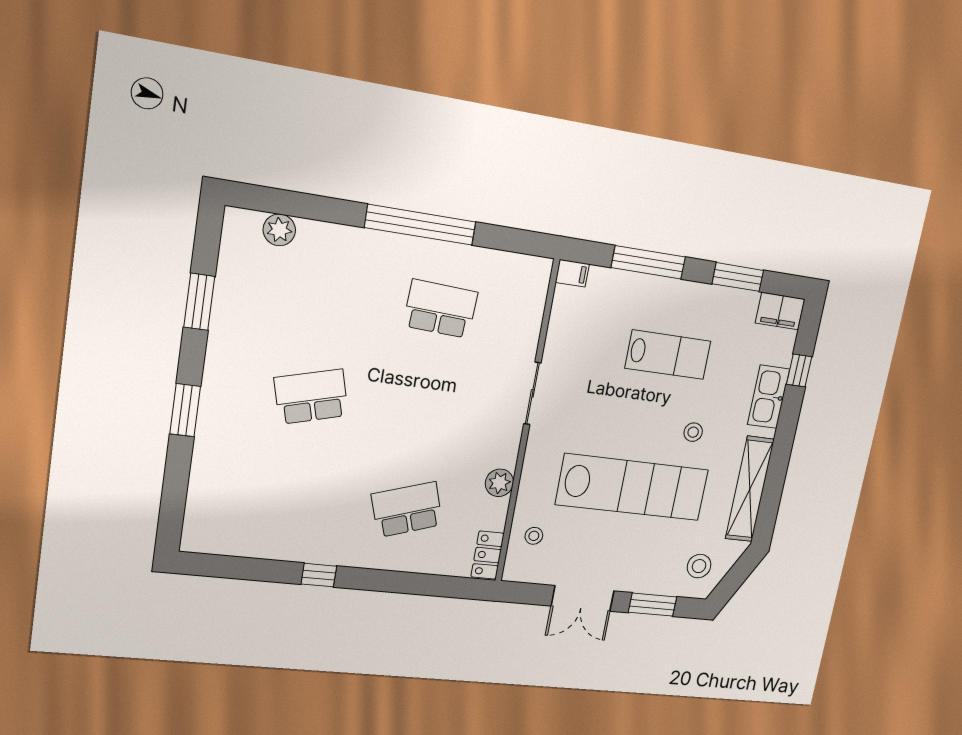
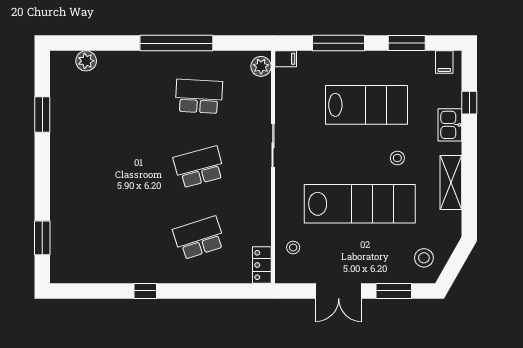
filing cabinet: (780, 311) -> (444, 62), width x0.50
lab bench: (668, 355) -> (366, 105), width x1.36, depth x1.39
school desk: (311, 397) -> (199, 167), moved
kitchen sink: (769, 397) -> (450, 125), width x0.73
window: (185, 410) -> (42, 238), moved
plant: (499, 483) -> (261, 66), moved
shelving: (750, 489) -> (451, 182), width x0.68

